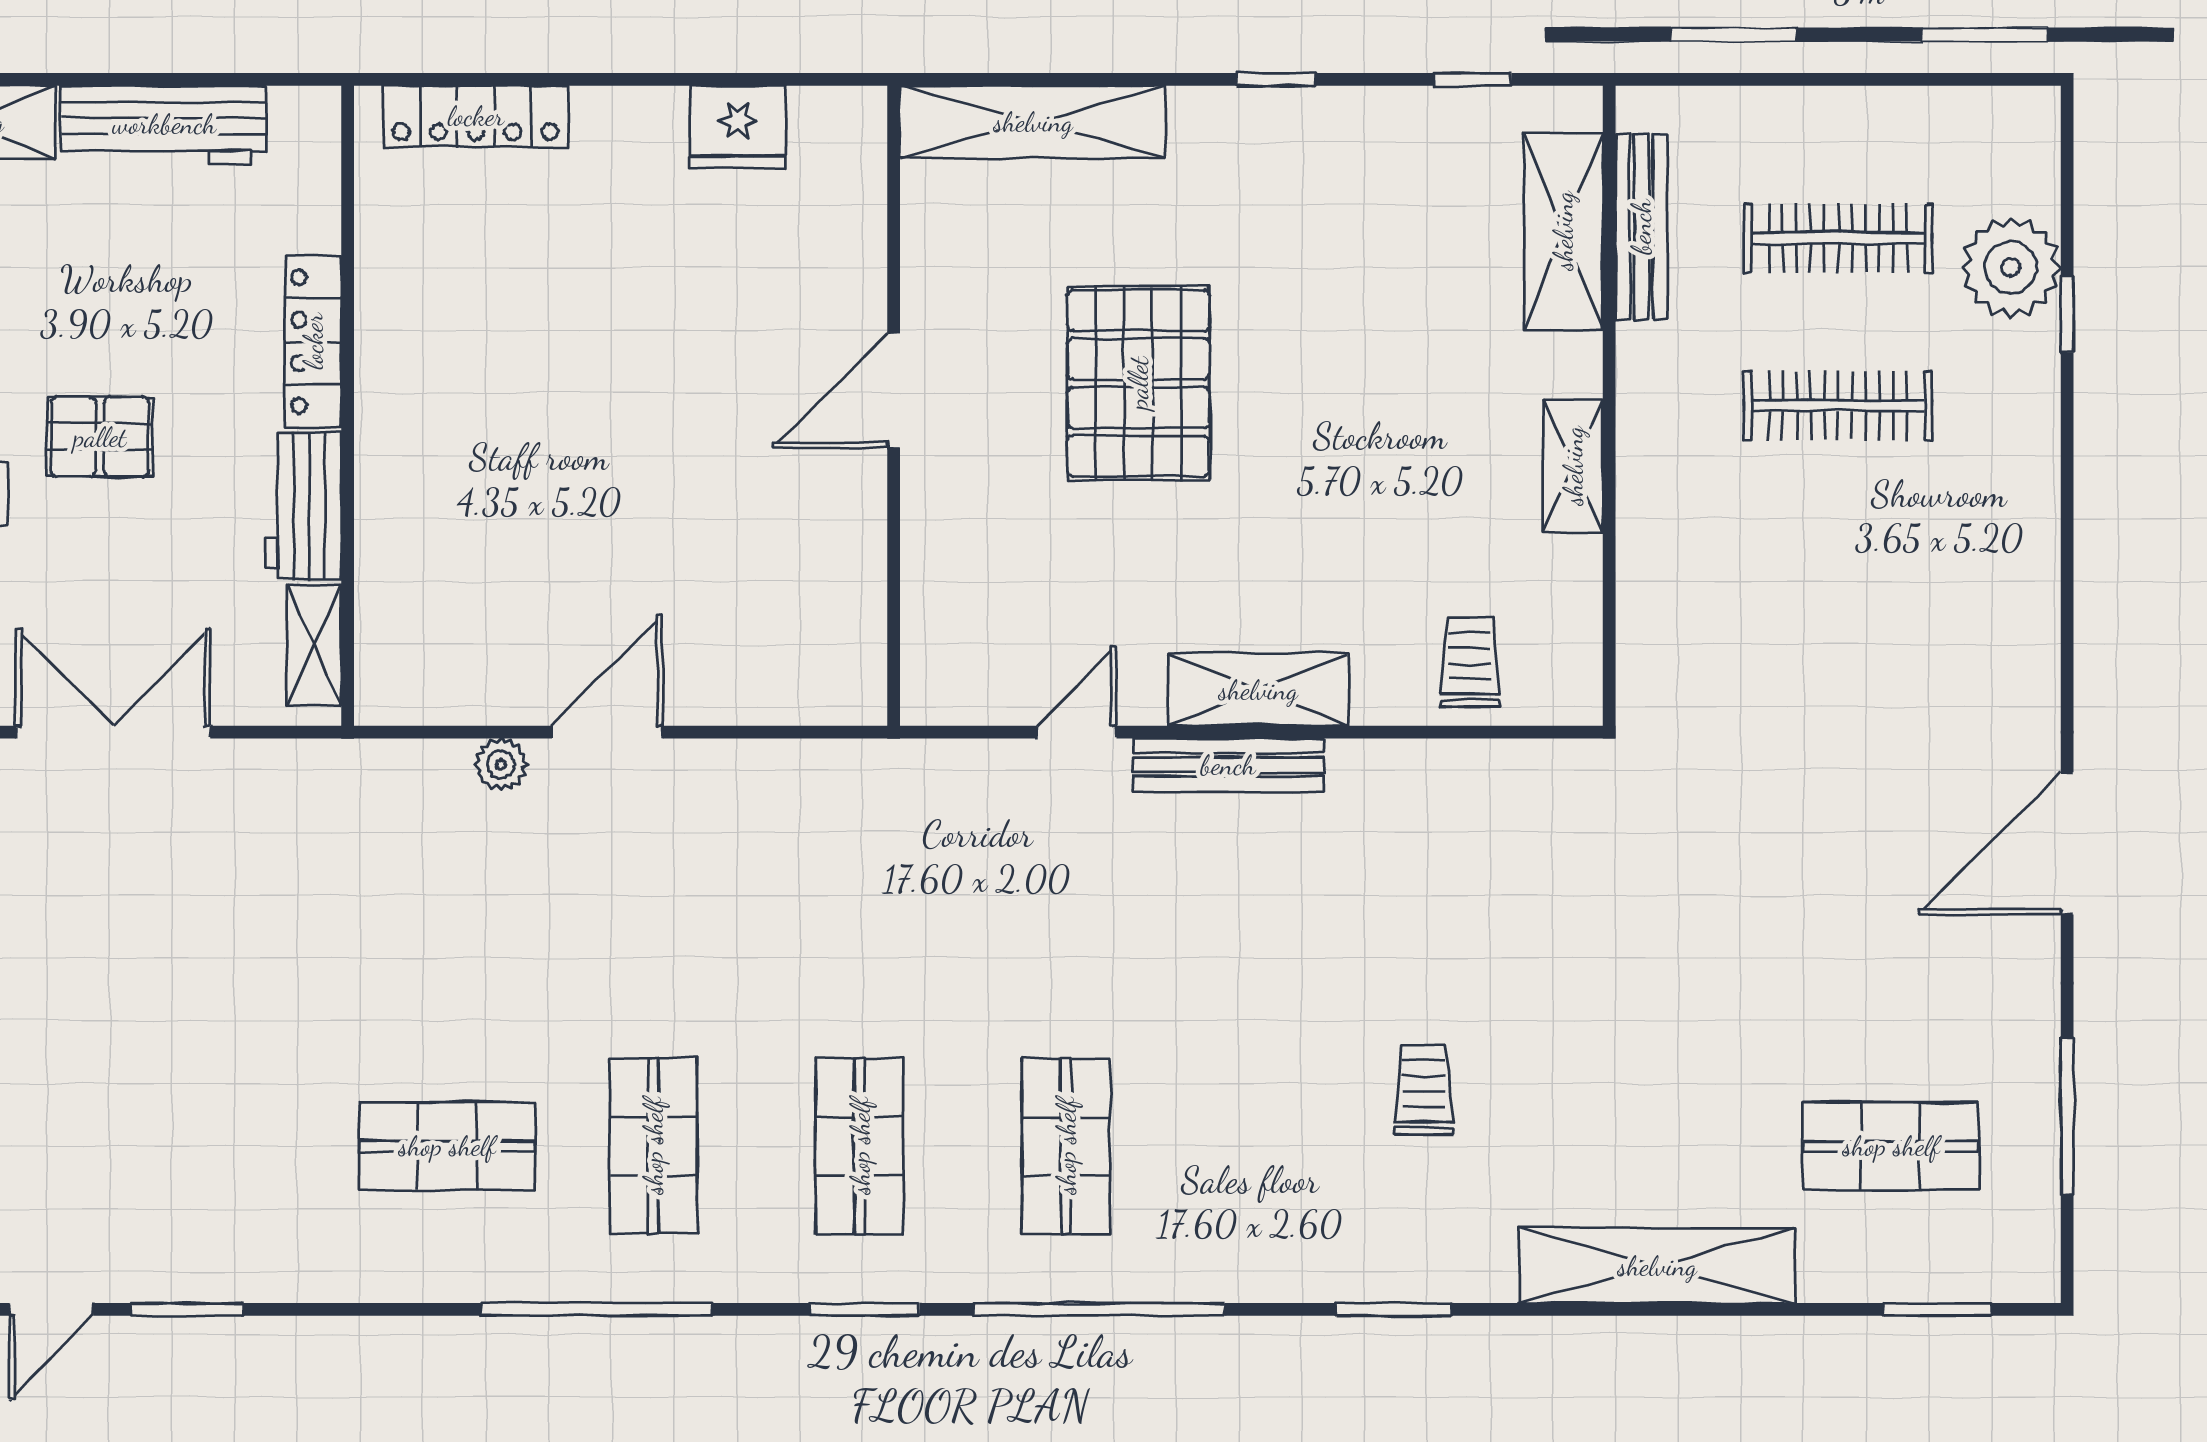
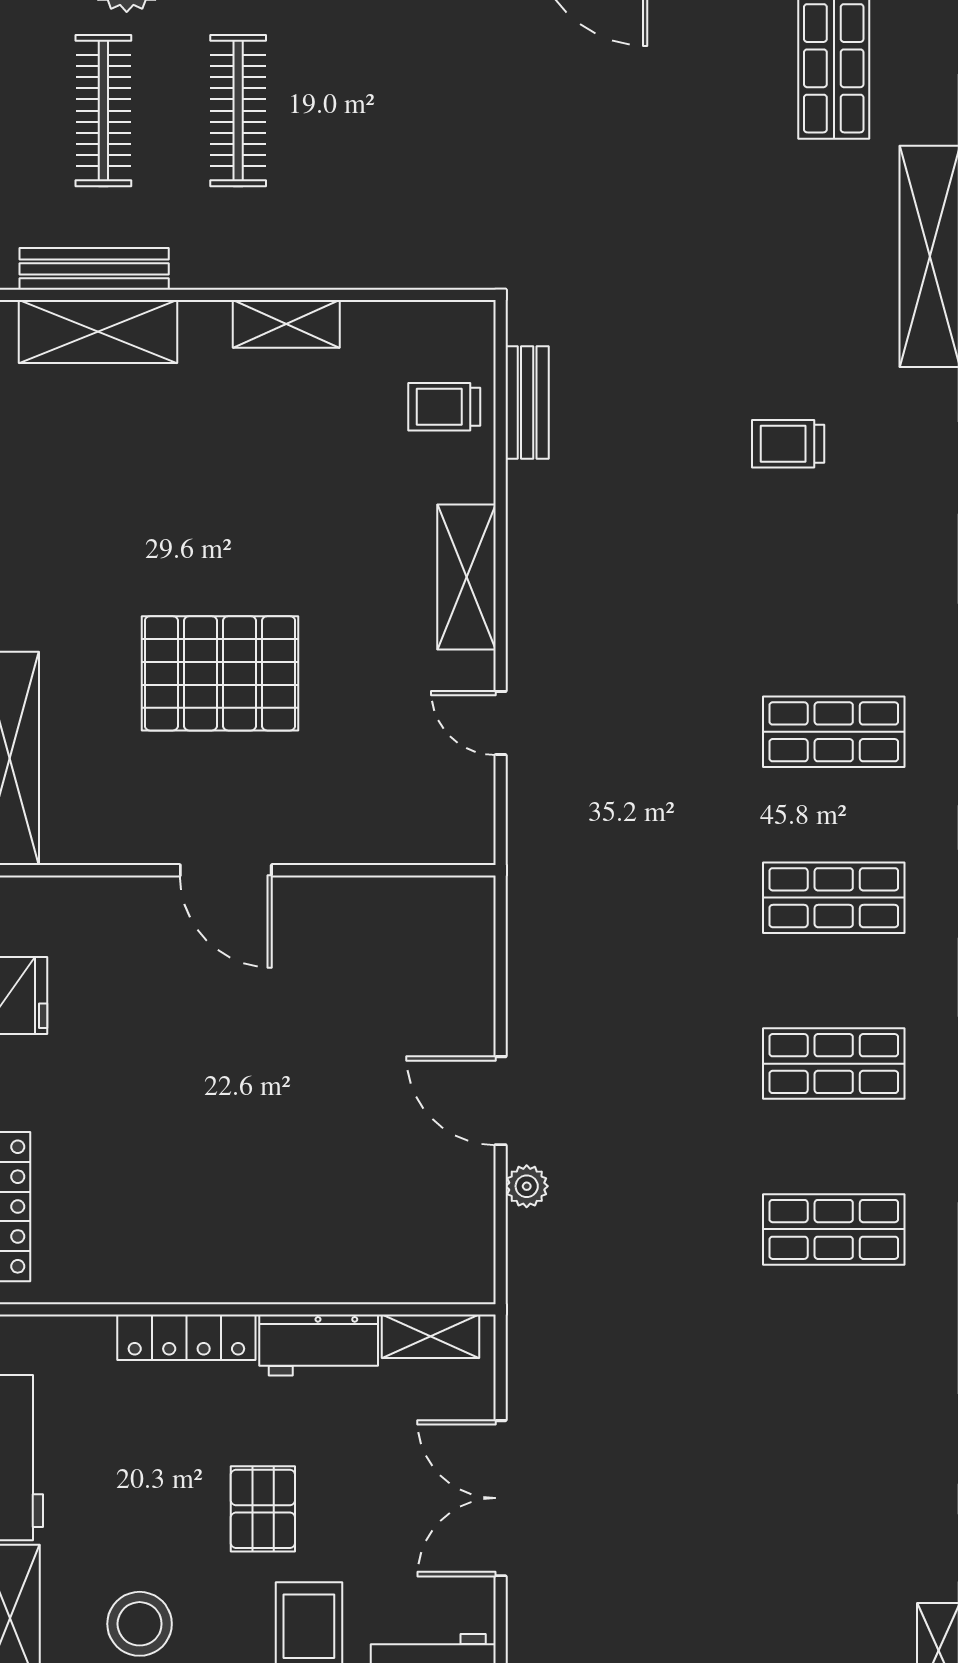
bench: (1228, 765) -> (527, 402), moved, width x0.73
shop shelf: (447, 1146) -> (834, 1229), turned 90

